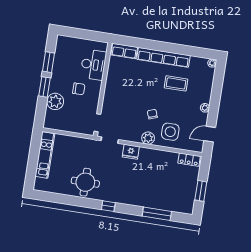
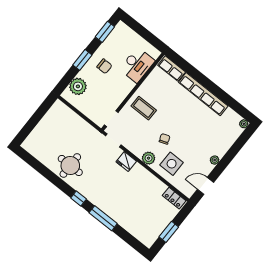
window: (48, 62) -> (105, 32), moved
coffee table: (176, 83) -> (144, 108), moved
chair: (79, 89) -> (104, 66), moved
plant: (55, 101) -> (78, 86), moved
kitchen unit: (45, 155) -> (48, 121), removed
window: (157, 214) -> (103, 218), moved

